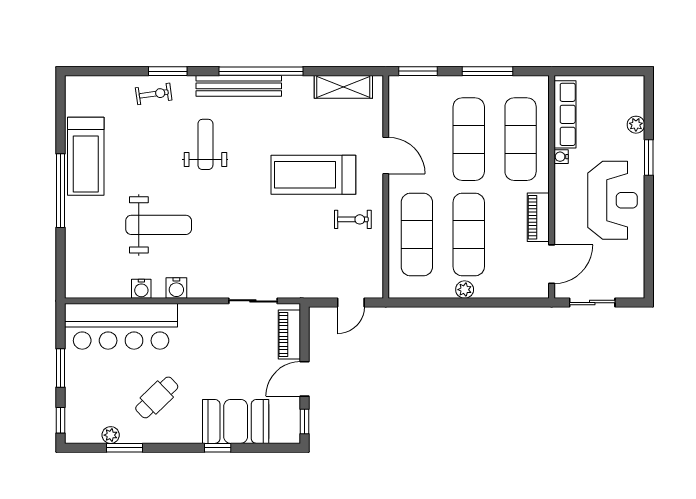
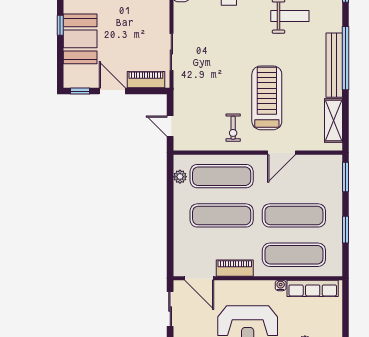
window: (487, 71) -> (345, 230), width x0.69
bench: (239, 86) -> (334, 65), moved
plant: (465, 290) -> (180, 177), moved

